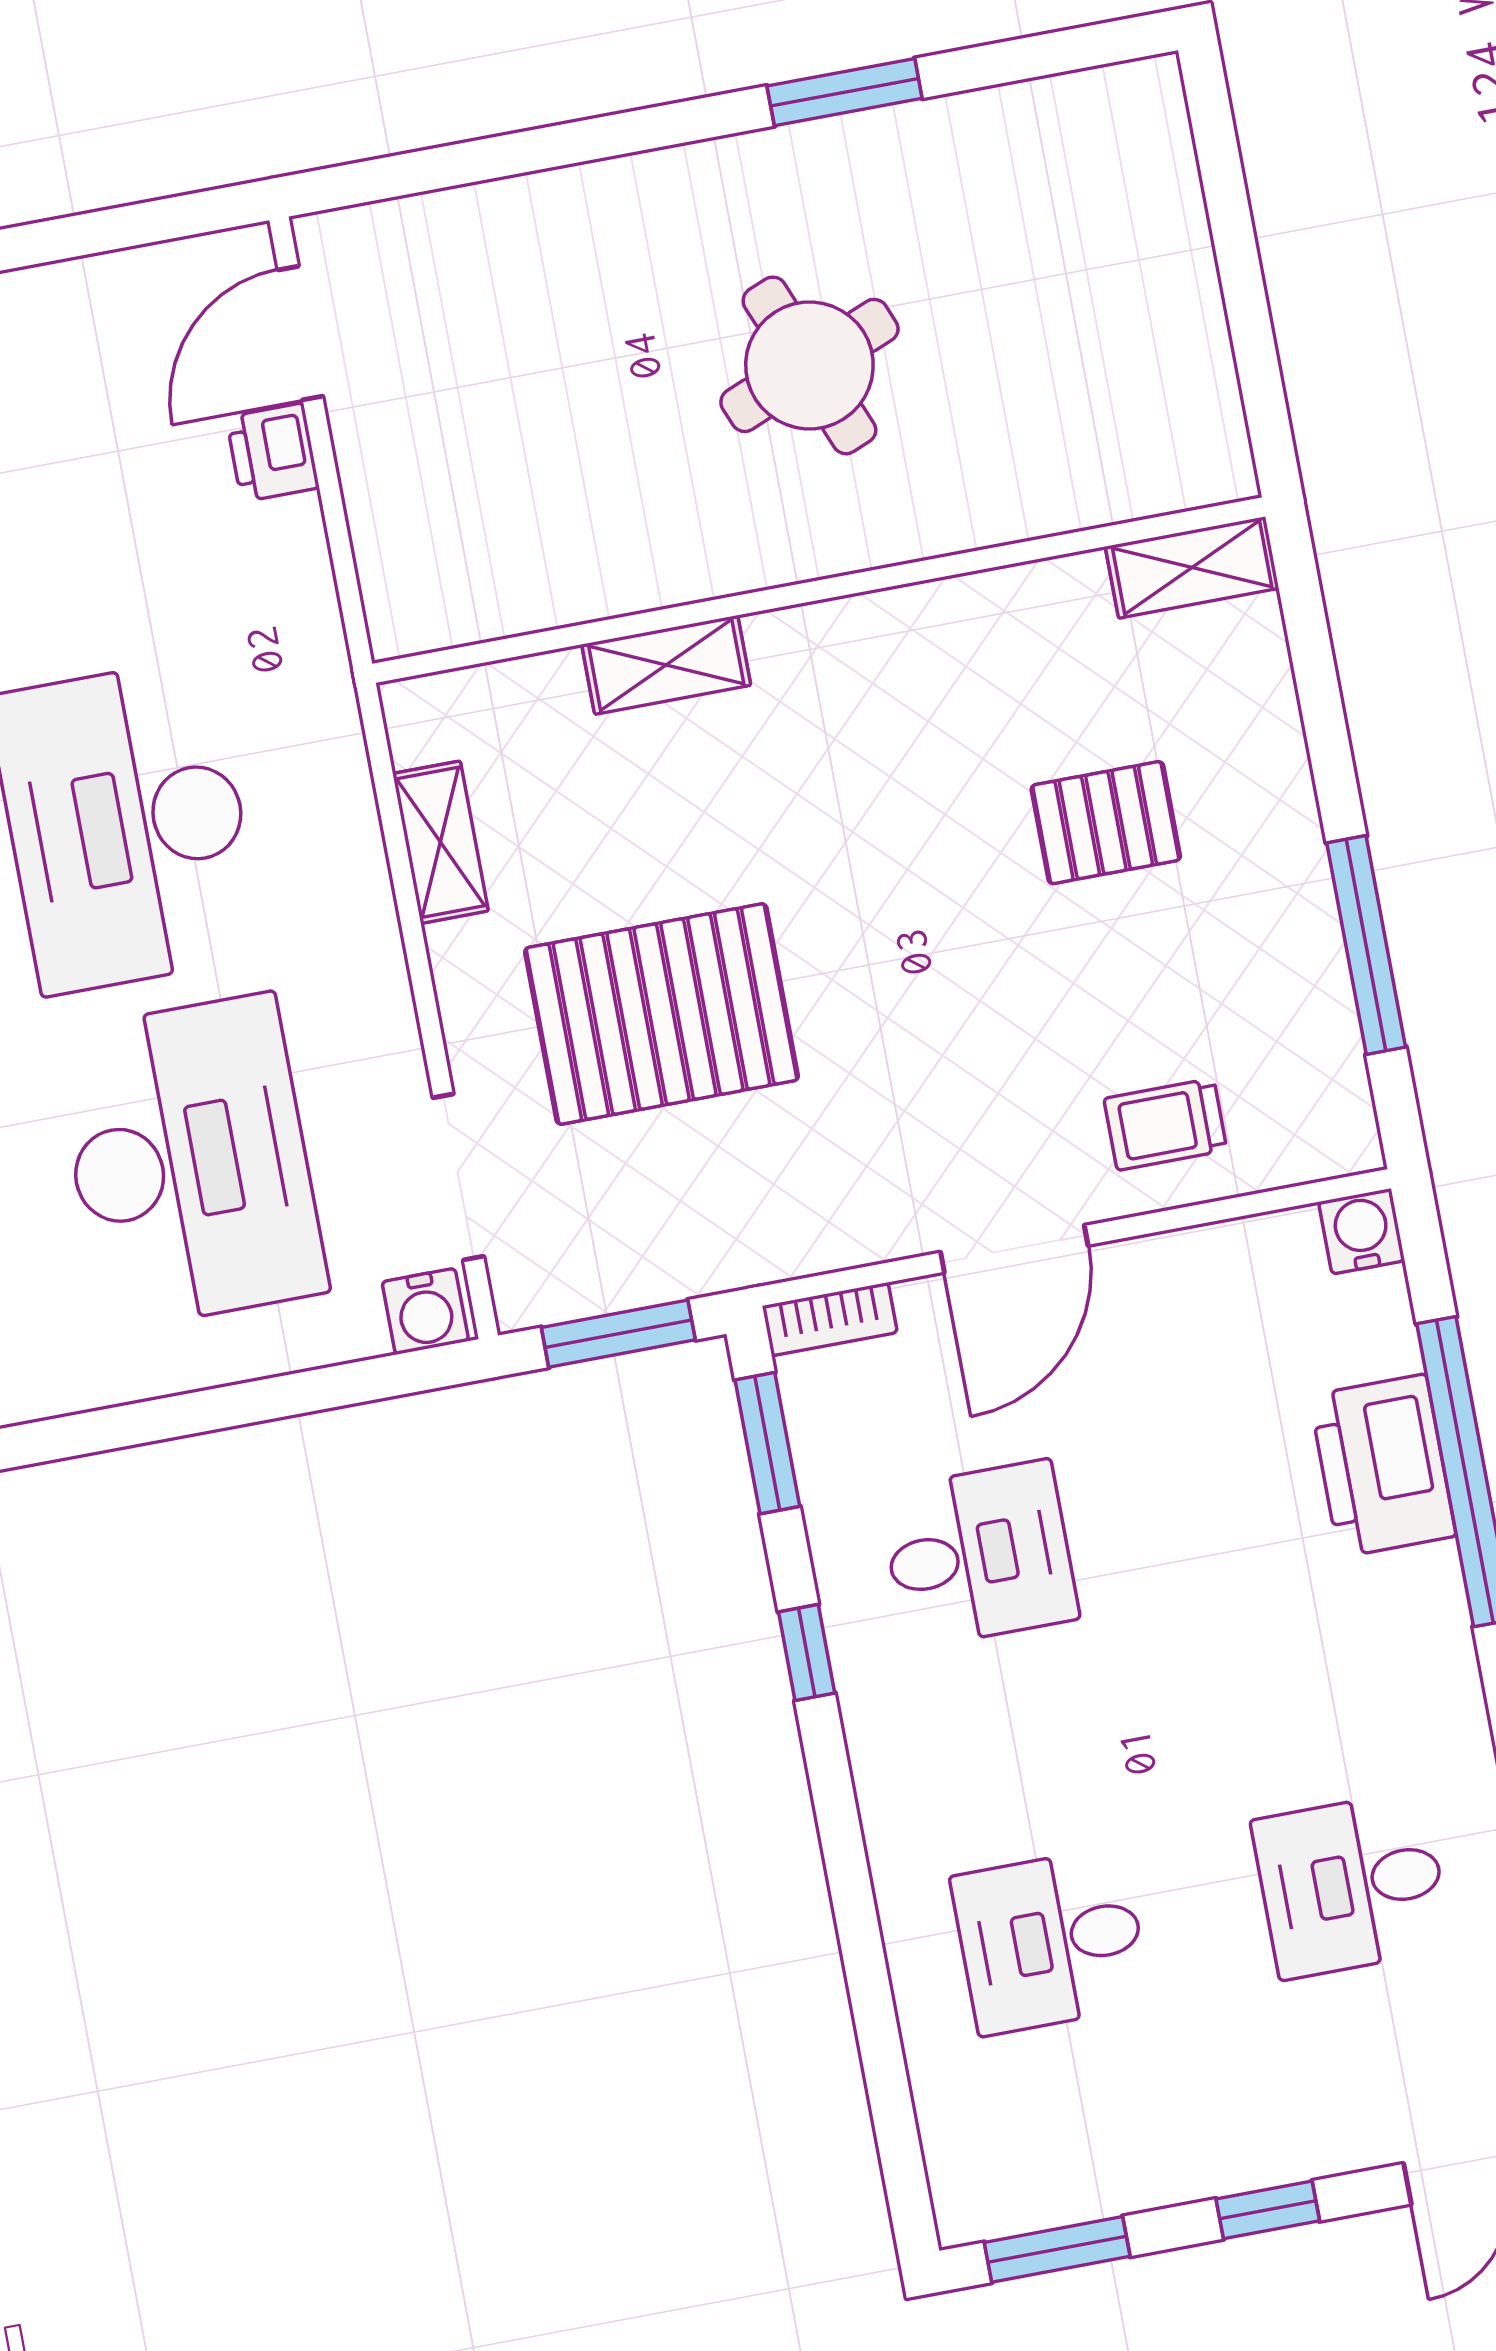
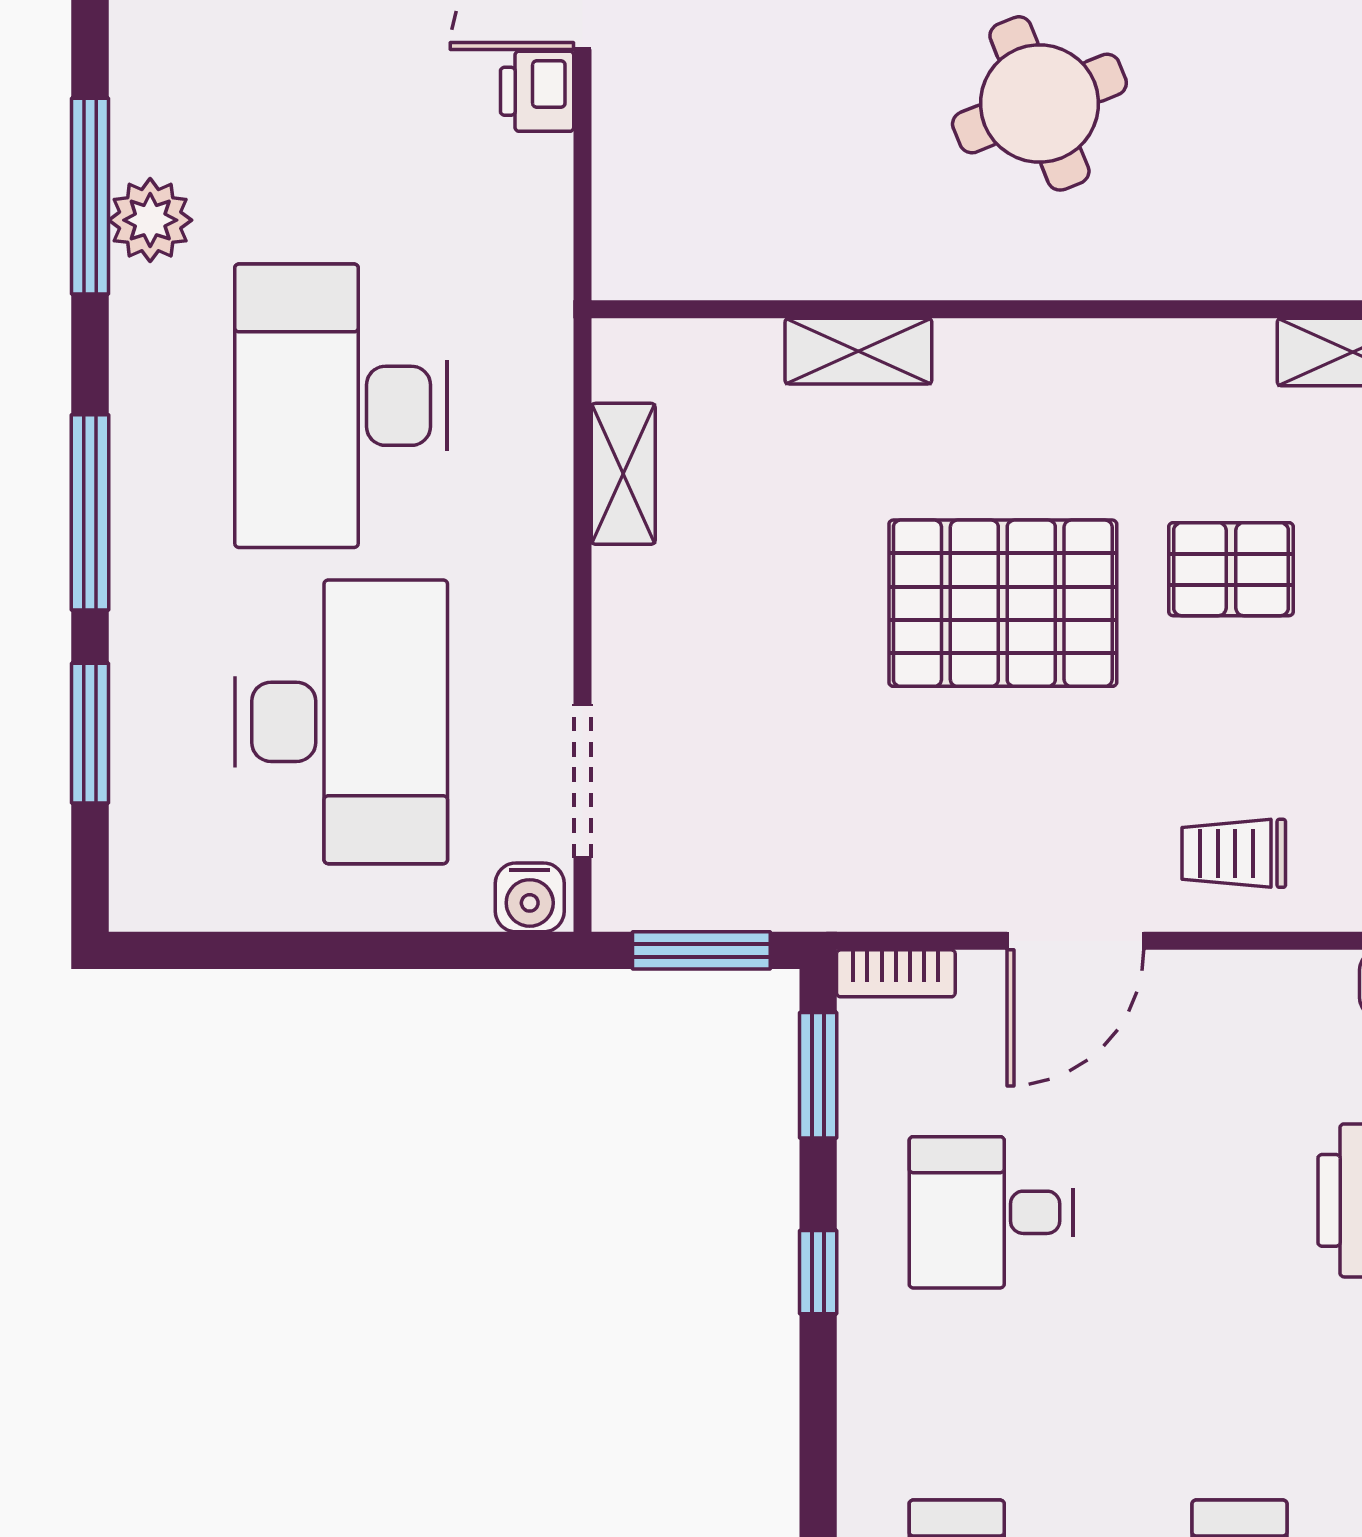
pallet: (662, 1014) -> (1003, 603), moved
desk: (979, 1554) -> (991, 1212), turned 180

